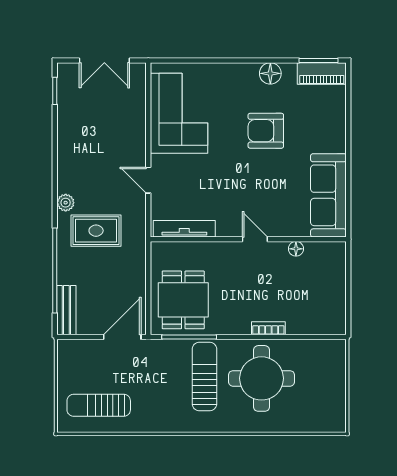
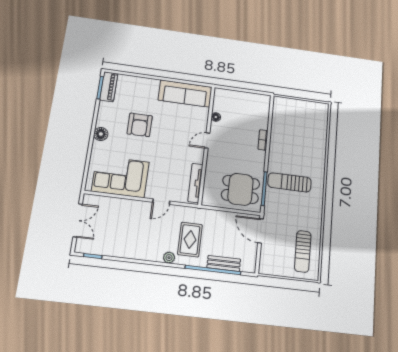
floor lamp: (270, 73) -> (101, 134), moved
bench: (66, 310) -> (224, 263), moved
round table: (262, 378) -> (293, 148), removed

